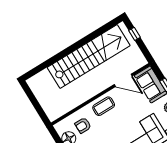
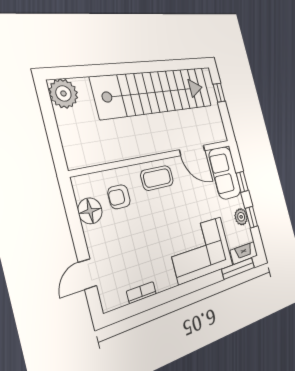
plant: (37, 83) -> (63, 93), added

